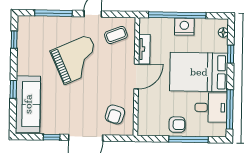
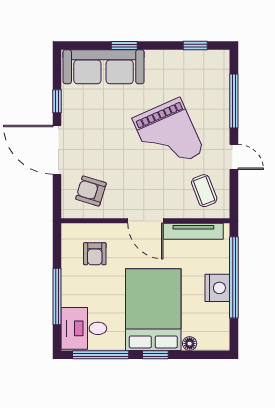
floor lamp: (223, 32) -> (190, 344), moved
tv unit: (144, 49) -> (193, 231), width x1.41
window: (231, 54) -> (155, 355), moved
desk: (211, 107) -> (84, 328), moved, turned 90
armchair: (177, 125) -> (95, 254), moved

